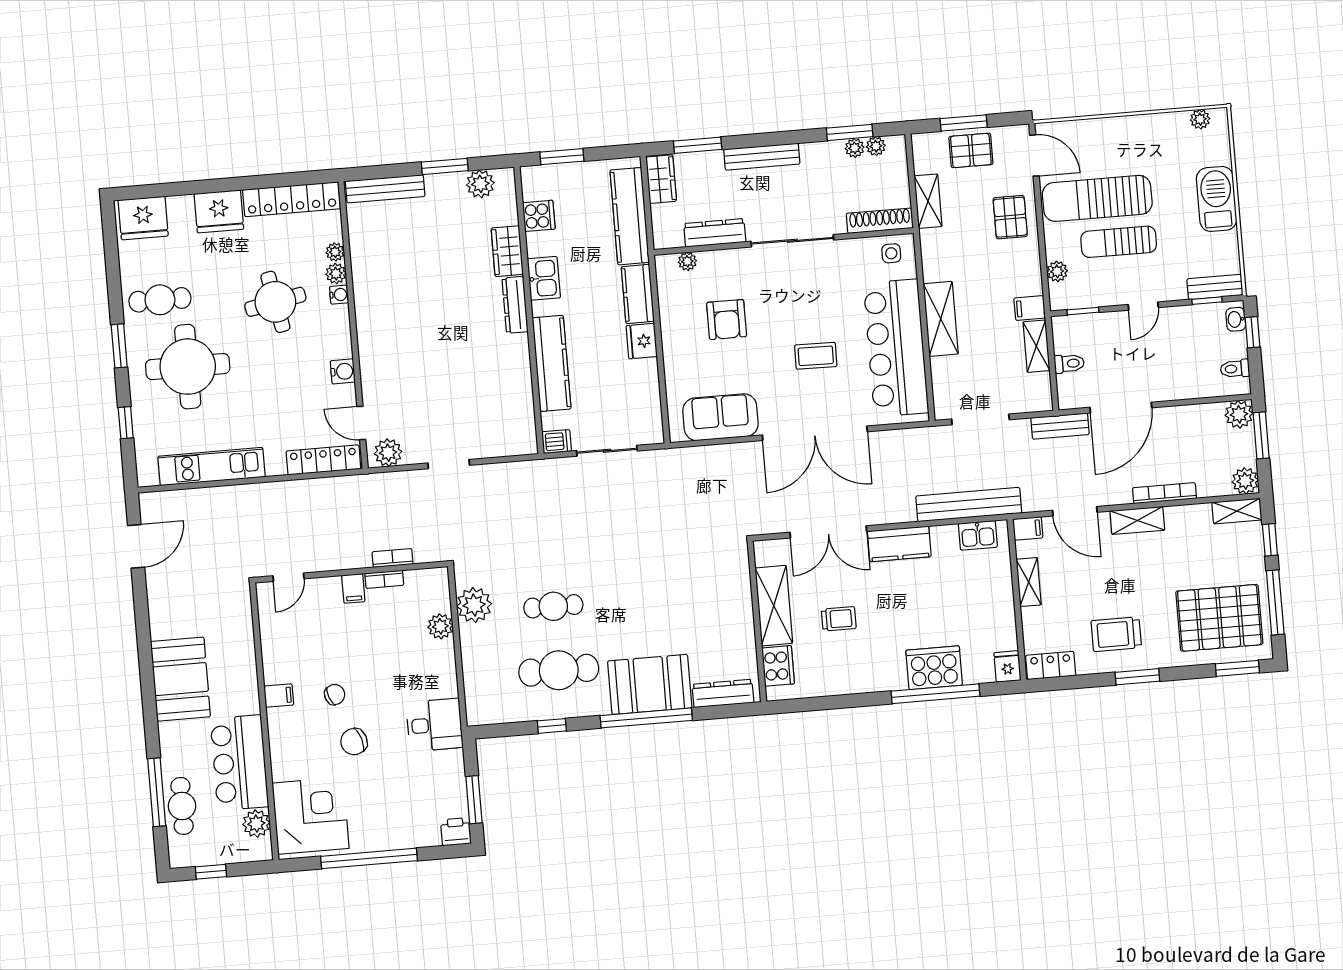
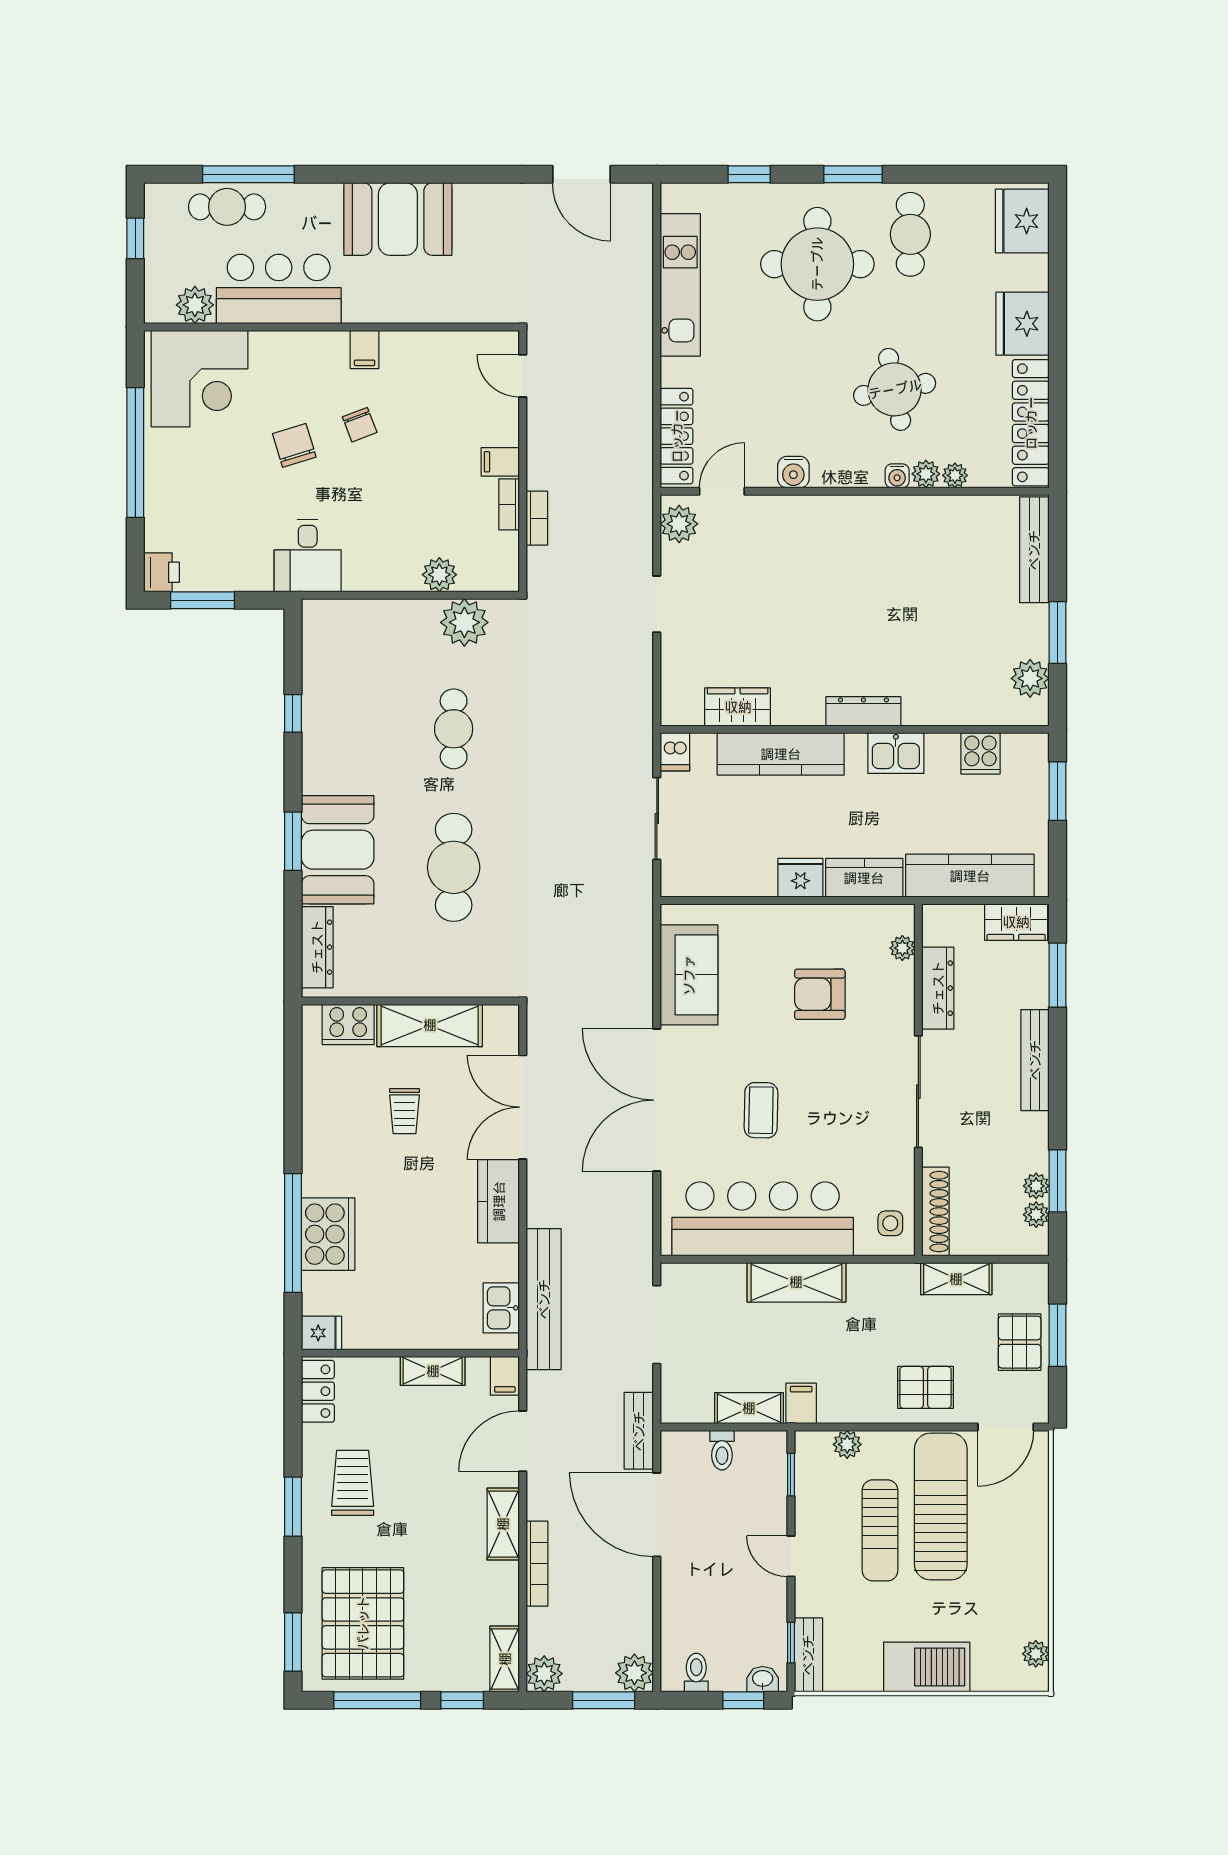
sun lounger: (1119, 242) -> (880, 1530), turned 180
wardrobe: (507, 251) -> (738, 707), moved
cafe table: (559, 670) -> (454, 867), moved
window: (646, 718) -> (293, 841), width x0.47

